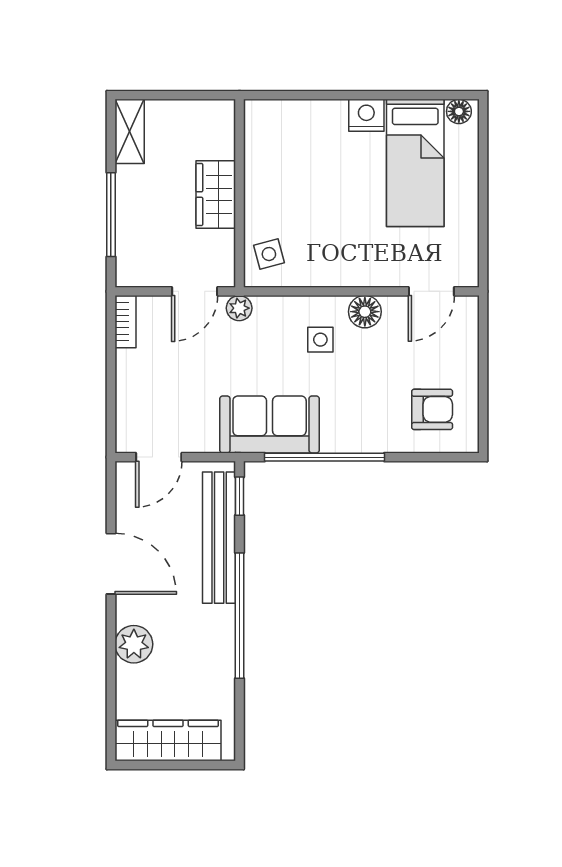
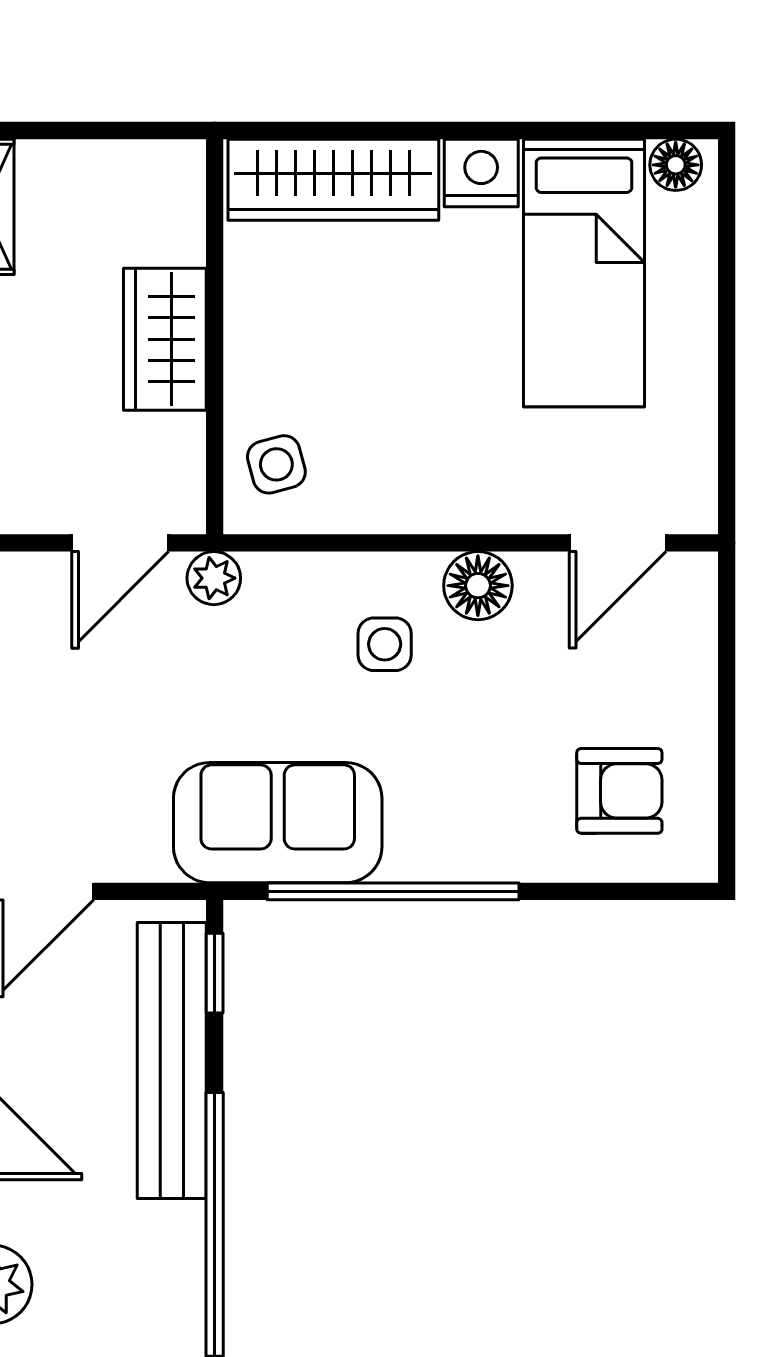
wardrobe: (296, 119) -> (333, 180), added

